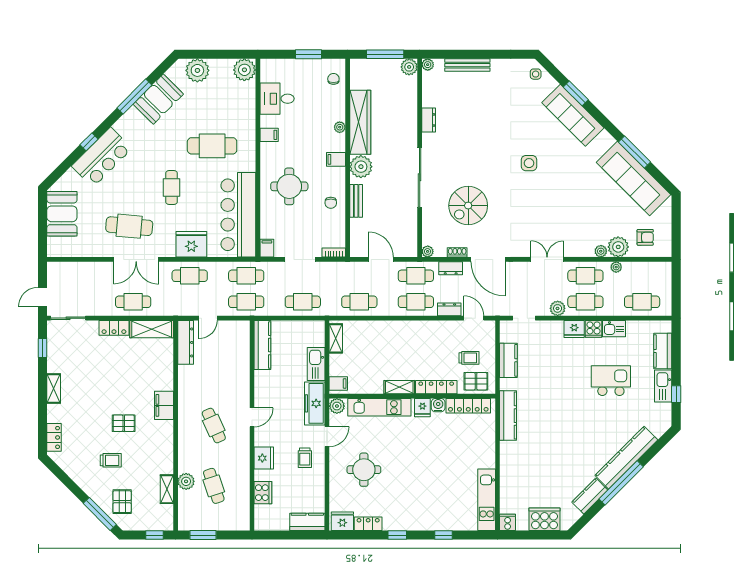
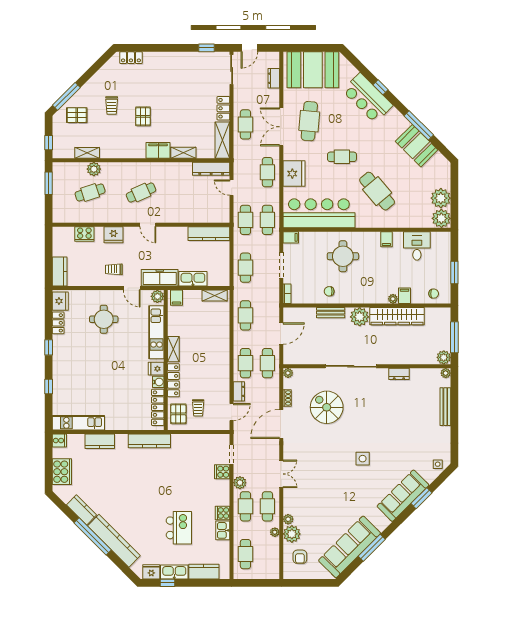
plant: (197, 70) -> (441, 198), moved
cafe table: (212, 146) -> (377, 191), turned -40
filing cabinet: (336, 159) -> (405, 296), moved
booth: (62, 214) -> (313, 70), width x1.36, depth x1.42
dresser: (451, 268) -> (274, 78), moved
door: (43, 297) -> (249, 48), swing flipped
cooker: (545, 329) -> (222, 472), added
fridge: (574, 329) -> (151, 572), moved, turned 90
kitchen counter: (508, 360) -> (100, 441), moved
shelving: (54, 388) -> (183, 153), moved

